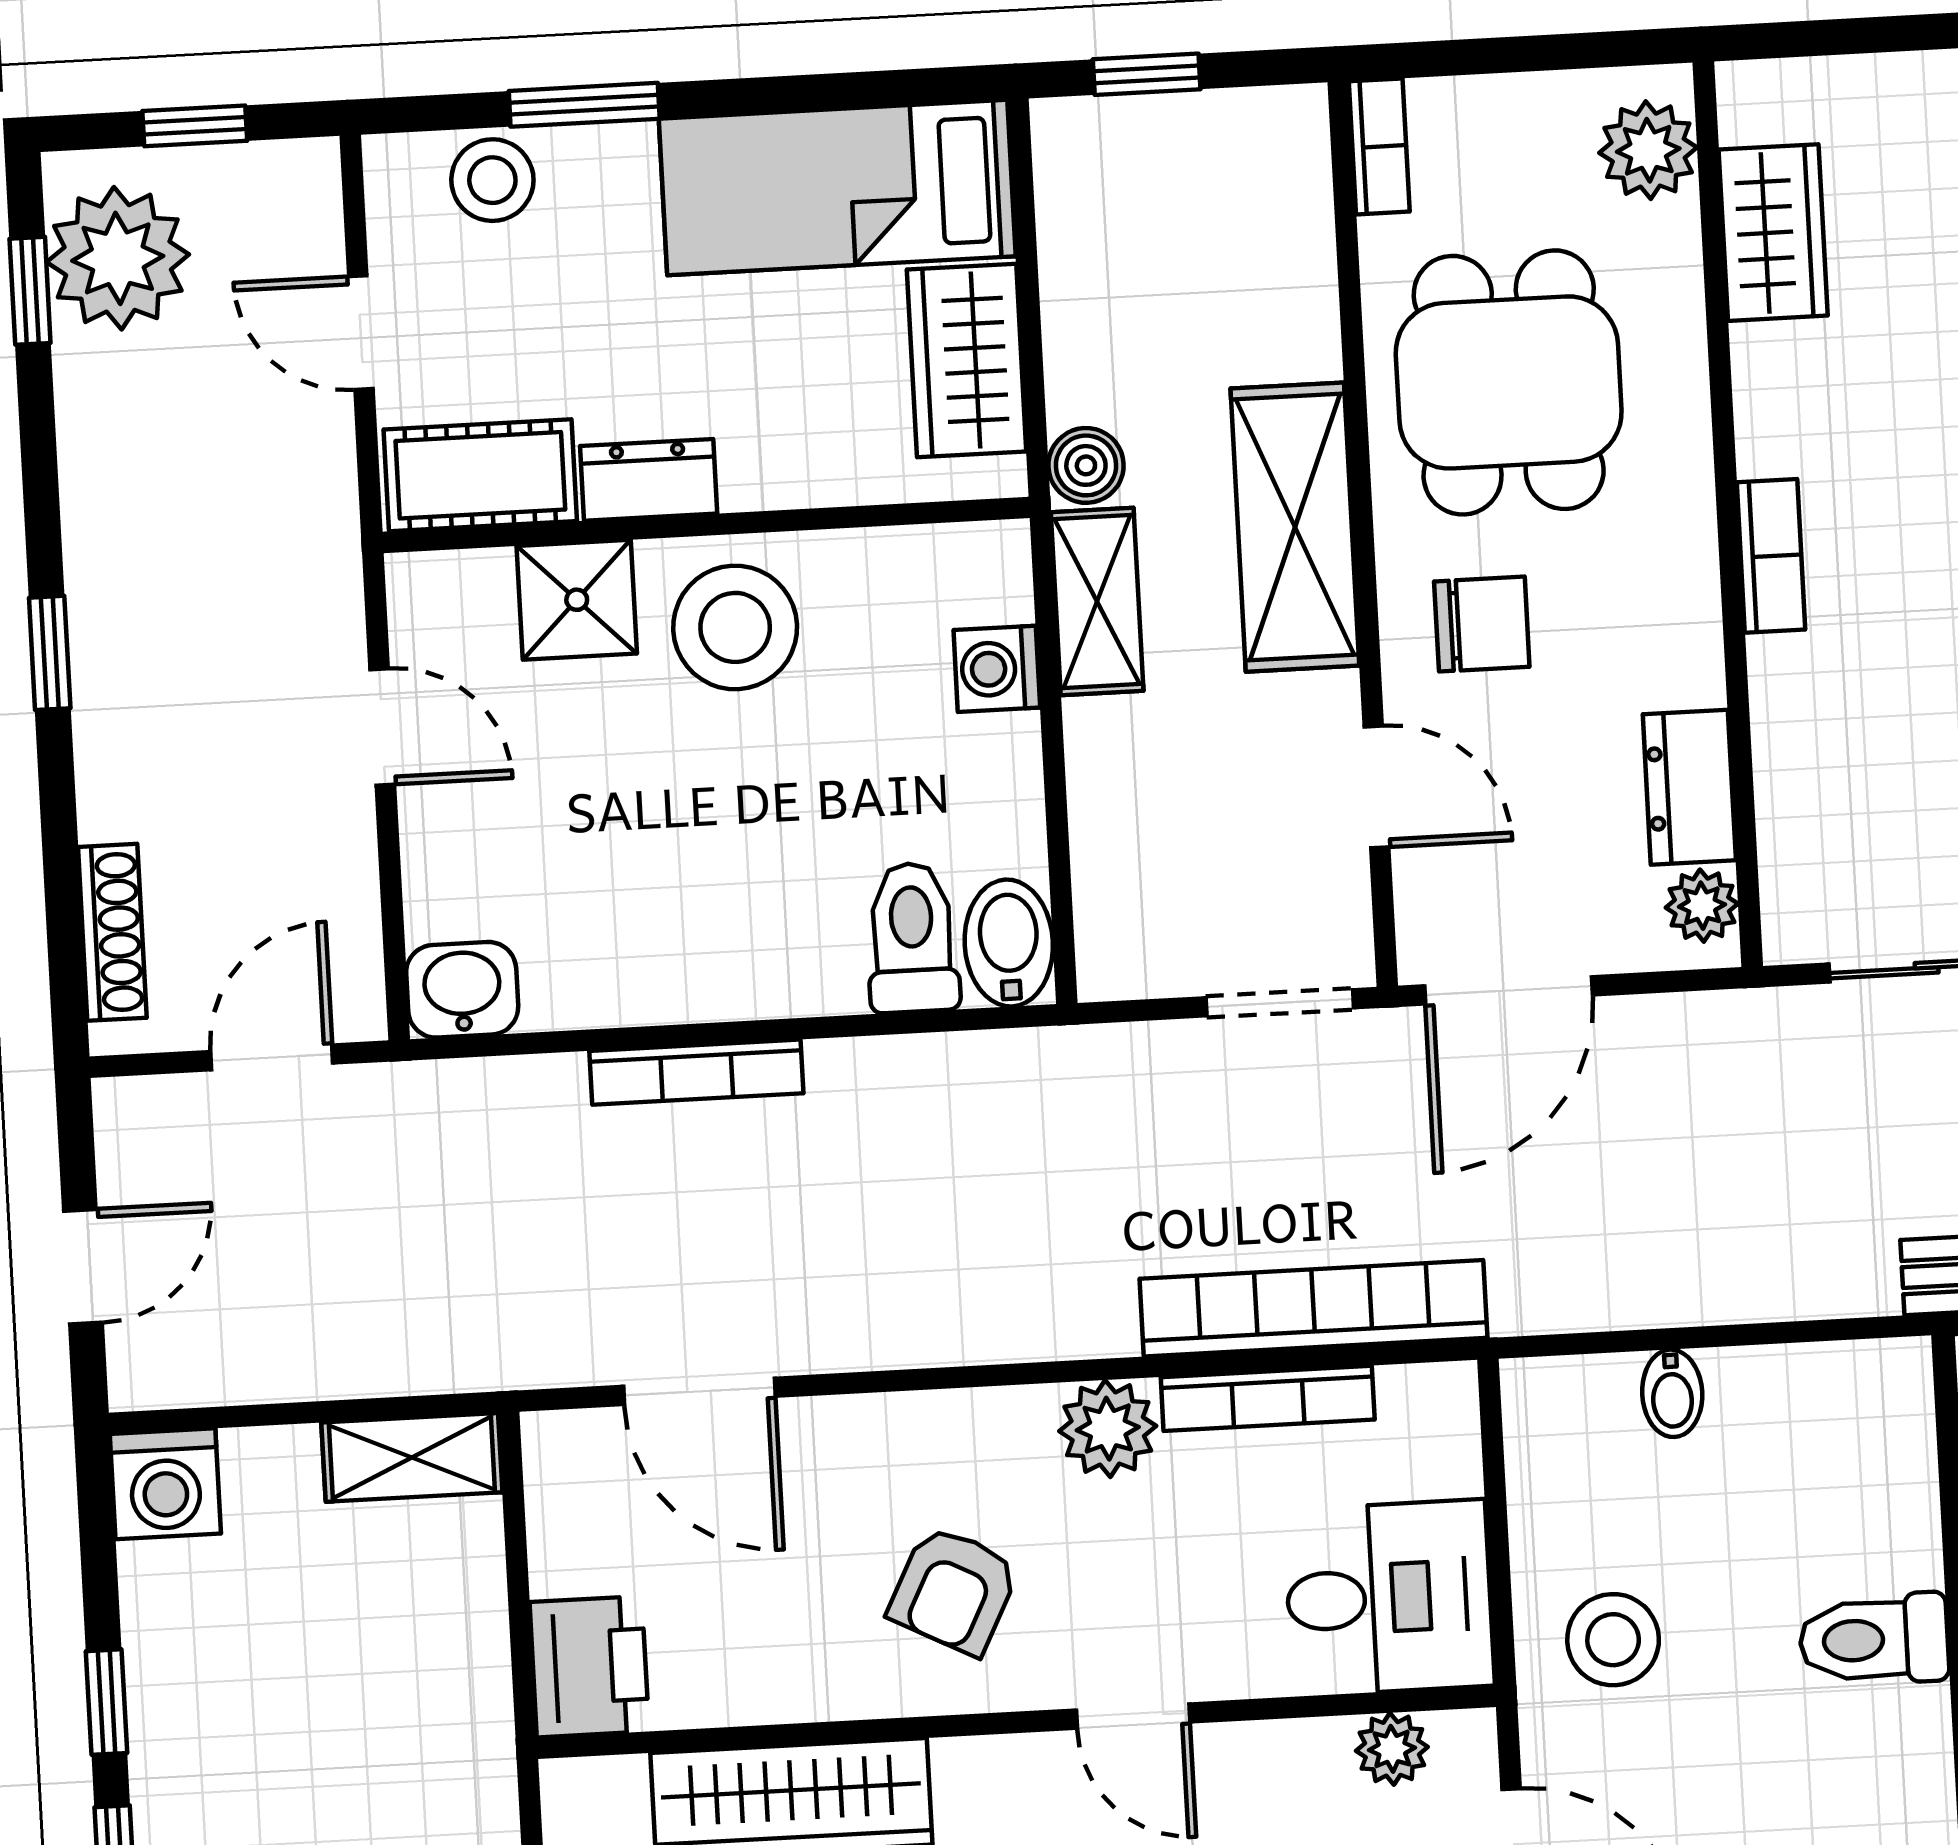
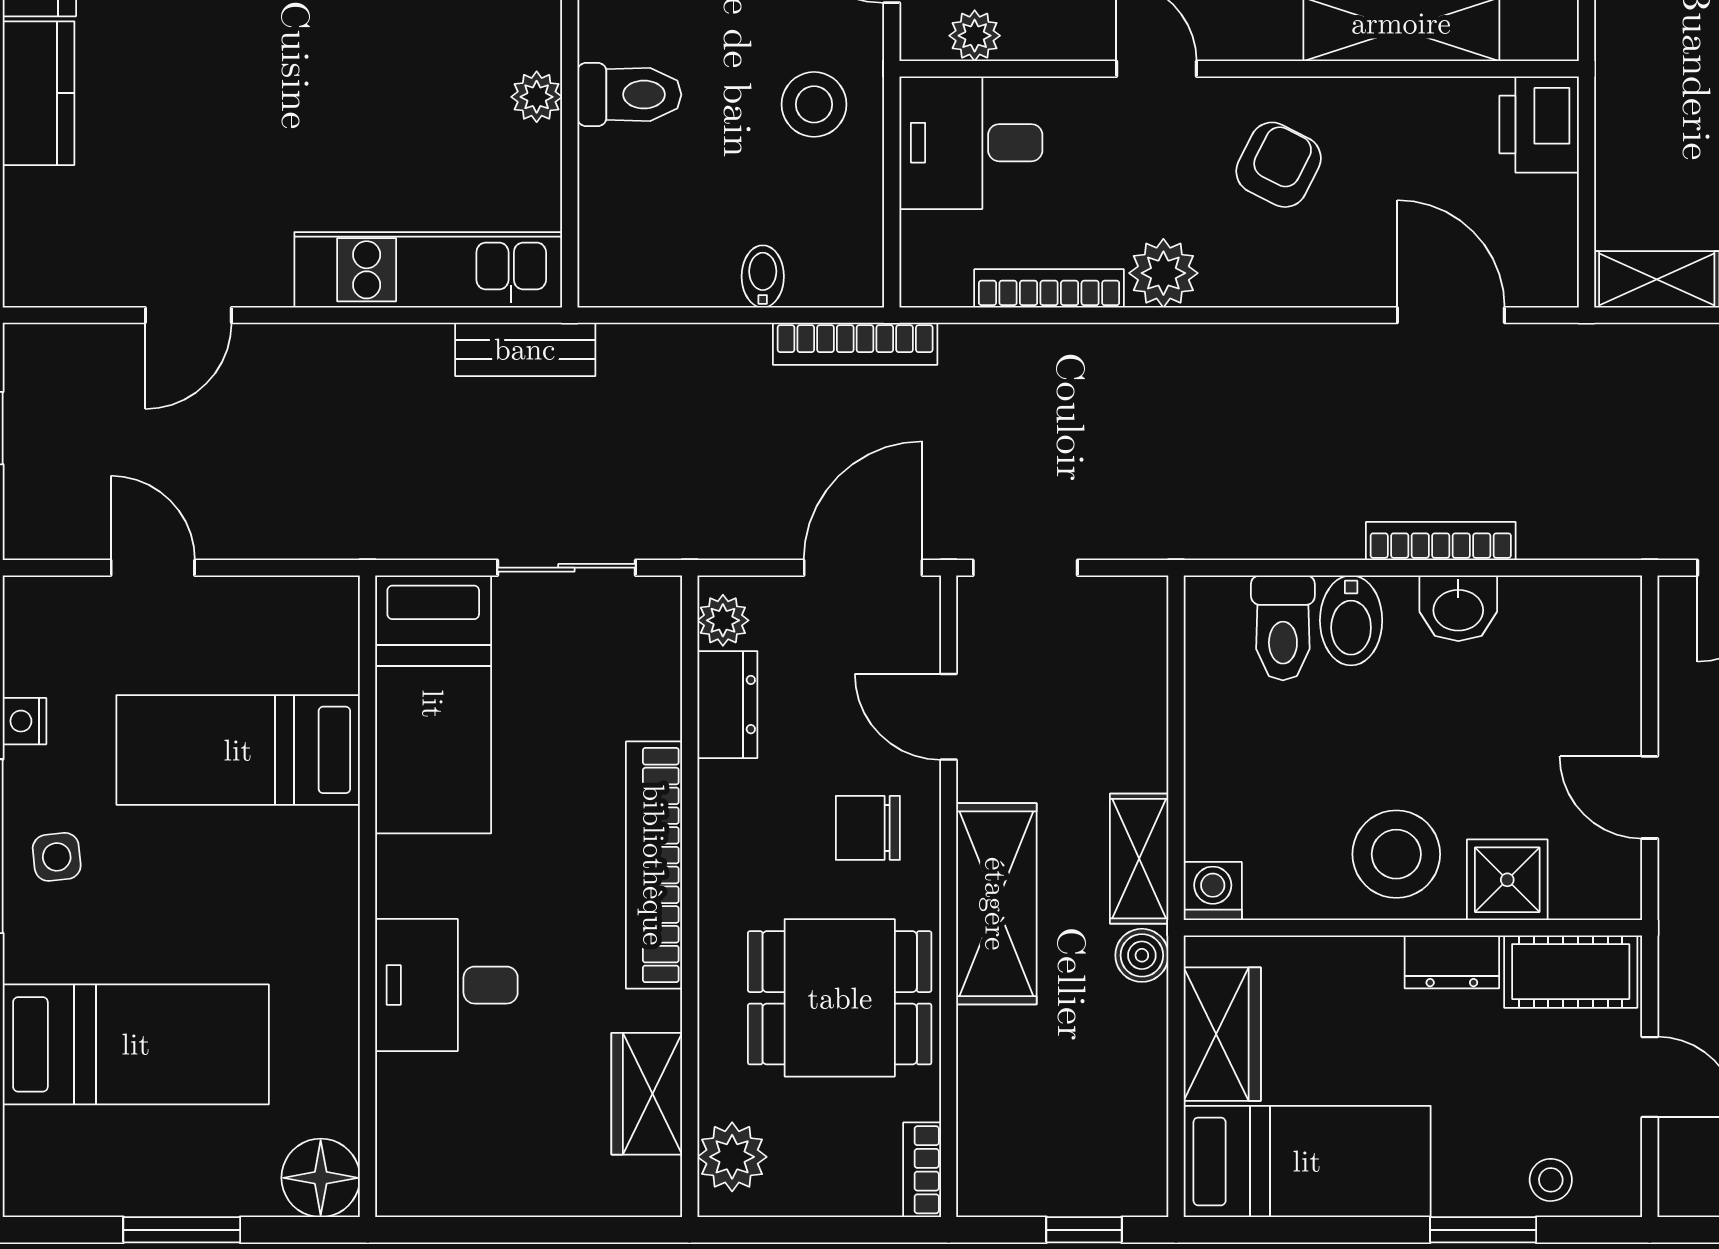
stool: (492, 180) -> (1551, 1180), width x0.73, depth x0.73
dining table: (1509, 382) -> (840, 998), turned 90
bookcase: (1771, 556) -> (654, 865), width x2.31, depth x1.31
washing machine: (997, 669) -> (1213, 891), moved, turned -90
bidet: (1009, 943) -> (1351, 620), moved
washbasin: (462, 990) -> (1458, 608), moved
bookcase: (1314, 1308) -> (855, 344), moved, width x0.68, depth x0.76

